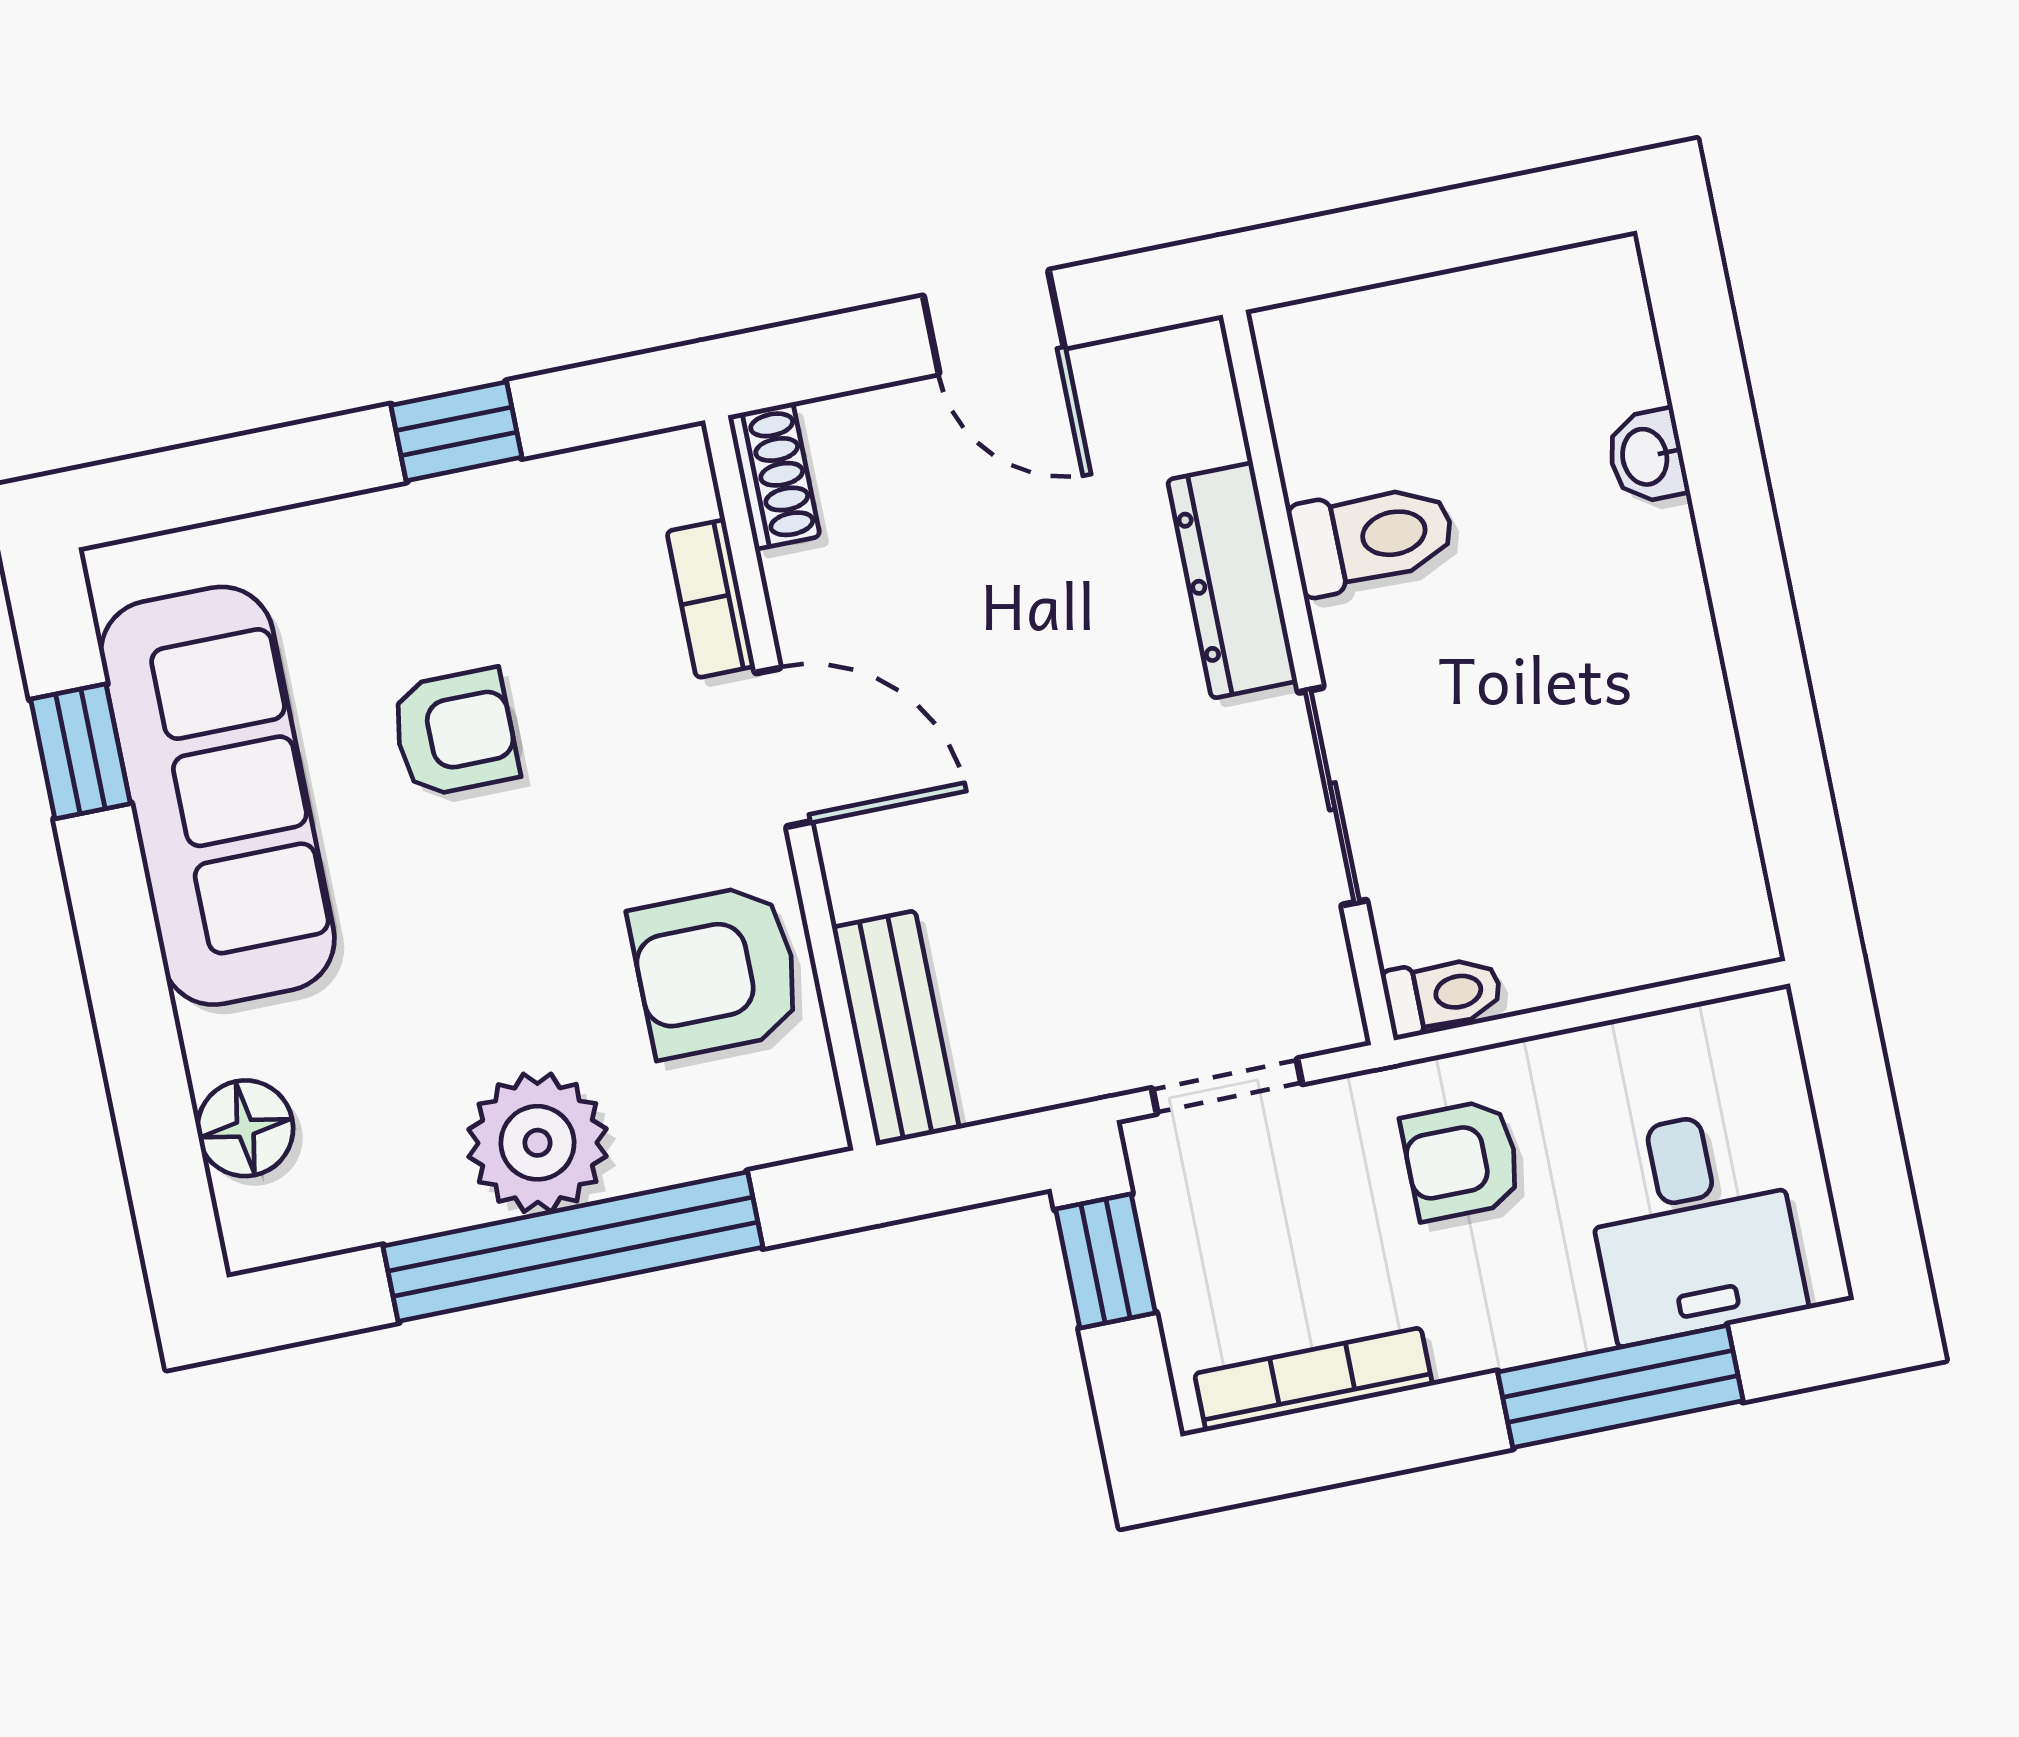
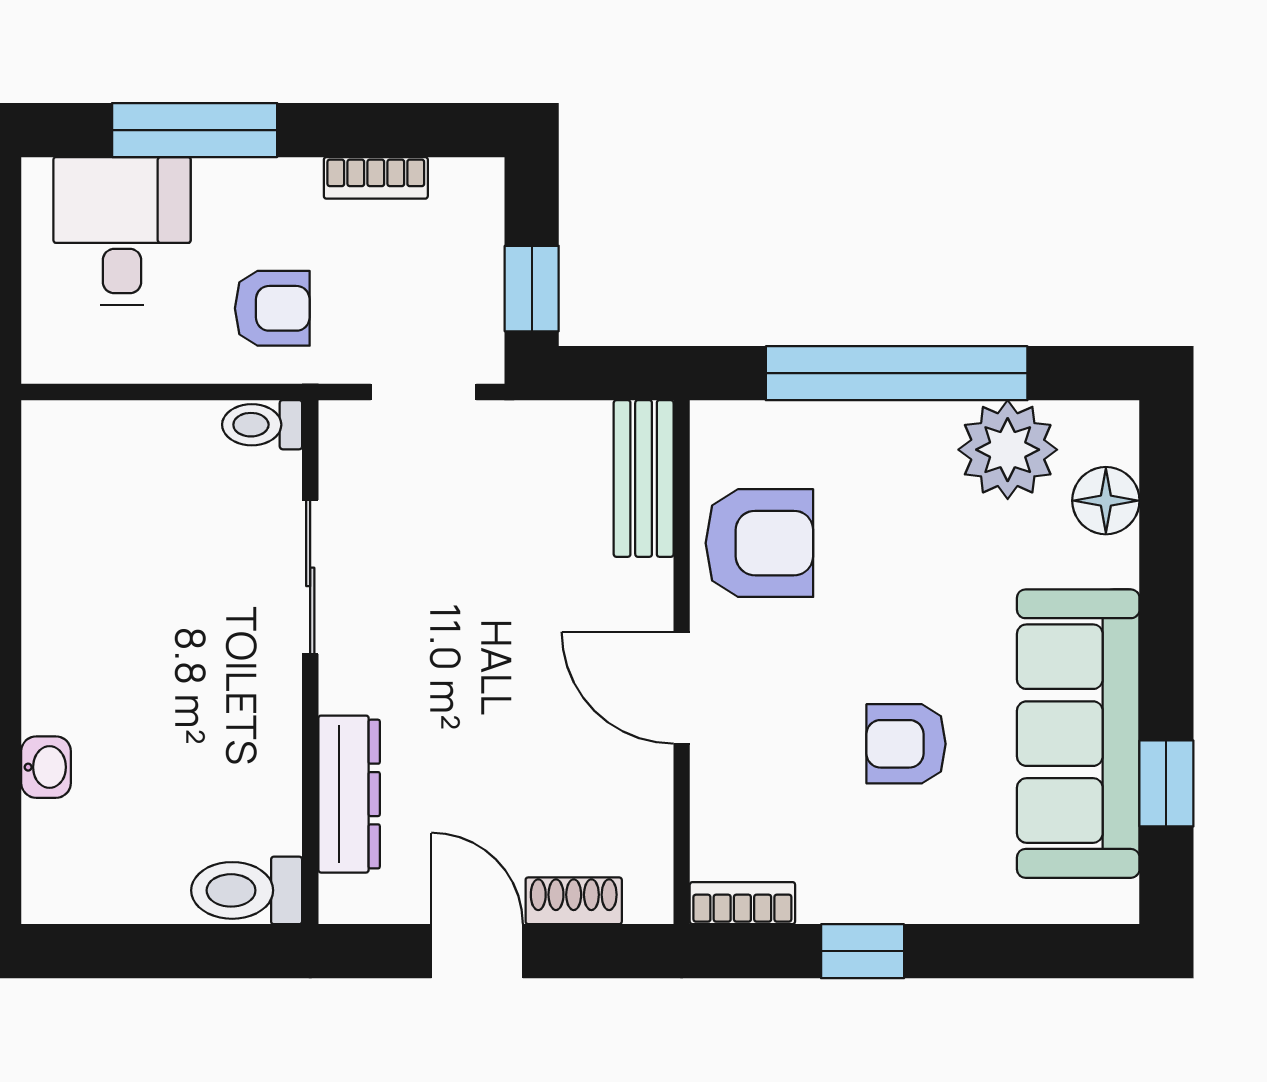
shoe rack: (774, 476) -> (574, 901), moved, turned 90
toilet: (1372, 538) -> (247, 890), moved
dresser: (1232, 581) -> (349, 794), moved
bookcase: (711, 599) -> (742, 903), moved, turned -90
plant: (538, 1143) -> (1008, 450), moved
bookcase: (1313, 1379) -> (376, 178), width x0.64

